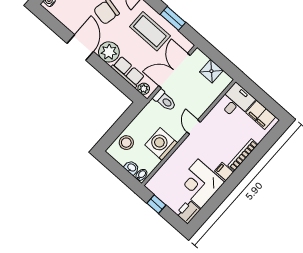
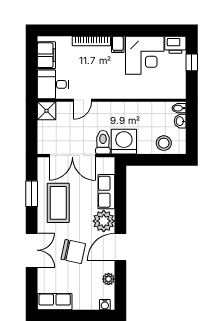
shower: (211, 71) -> (46, 111), moved
plant: (144, 89) -> (108, 279), moved
door: (194, 127) -> (83, 100), moved
washing machine: (161, 144) -> (124, 142), moved, turned 180
window: (156, 204) -> (192, 62), moved

